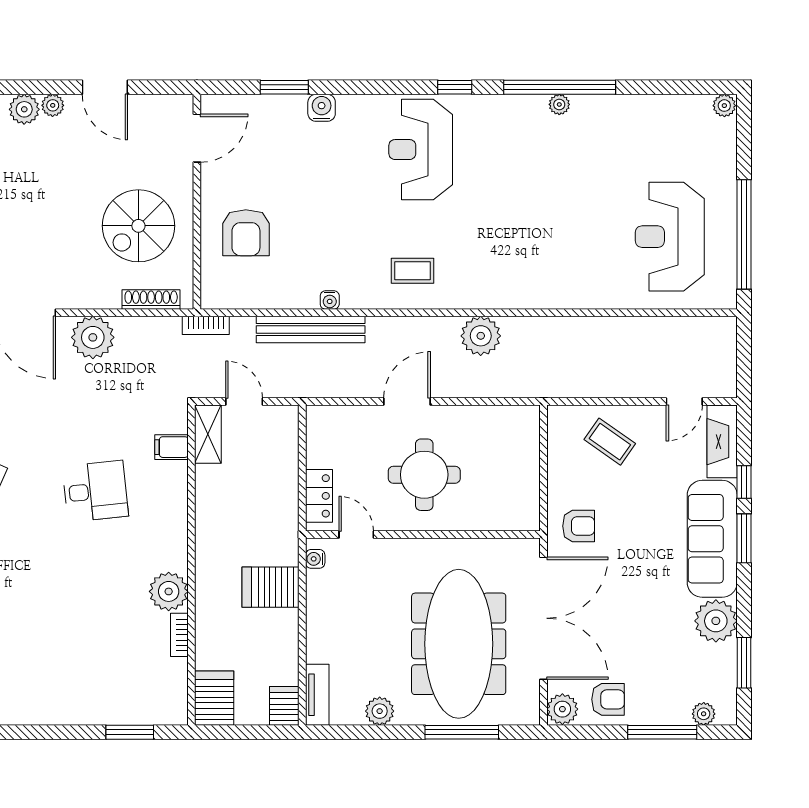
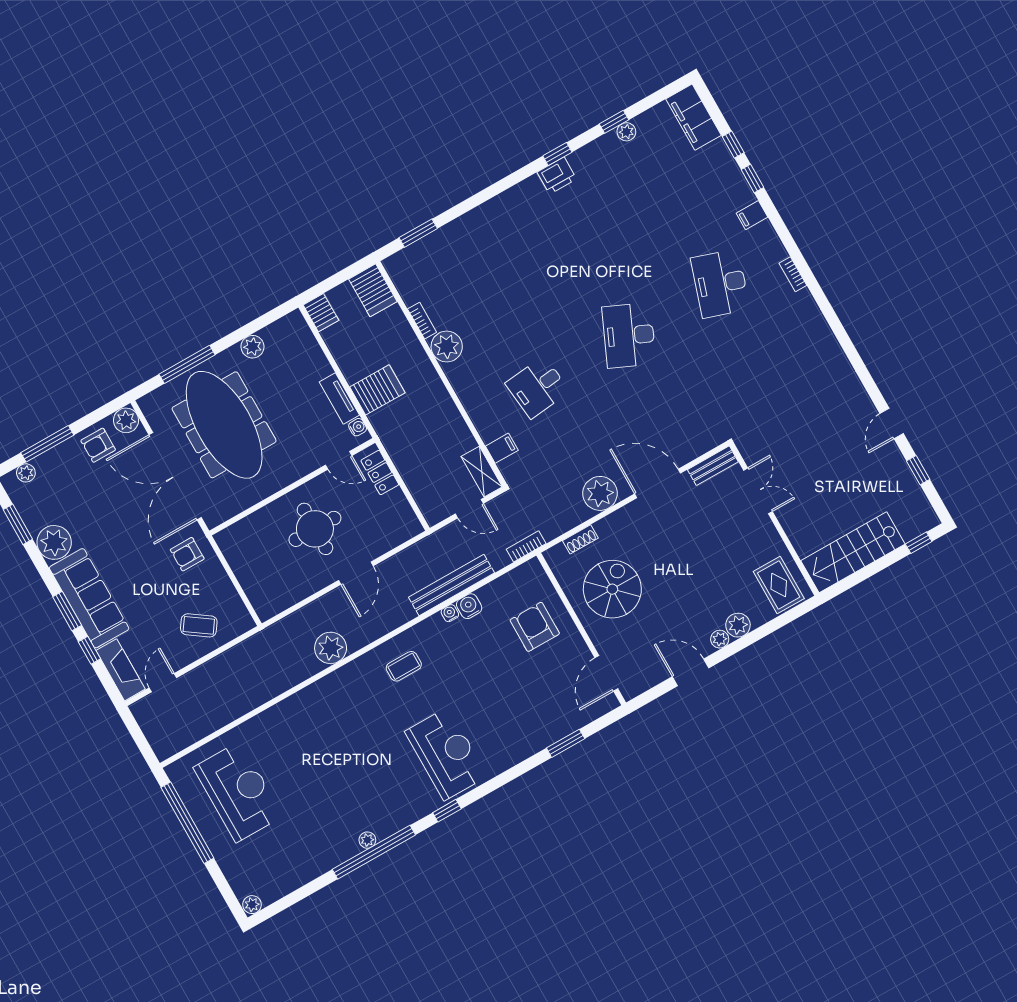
water cooler: (322, 108) -> (469, 606), moved, turned 180
shoe rack: (151, 300) -> (580, 539), width x0.70
tv unit: (317, 695) -> (339, 399), moved

